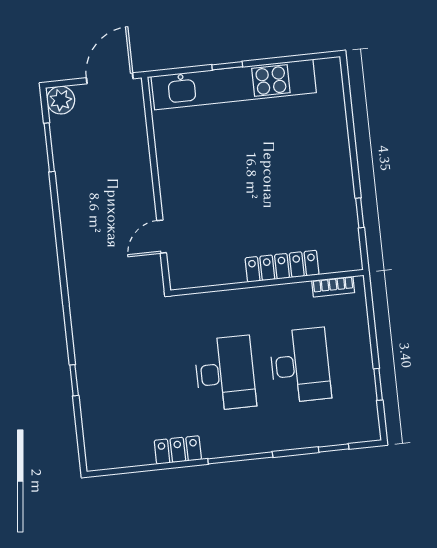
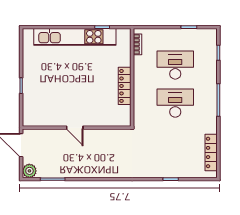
kitchen unit: (234, 85) -> (75, 37), moved, turned 90
door: (162, 237) -> (75, 128), moved
locker: (282, 266) -> (125, 86), moved
locker: (178, 450) -> (211, 152), moved, width x1.53

